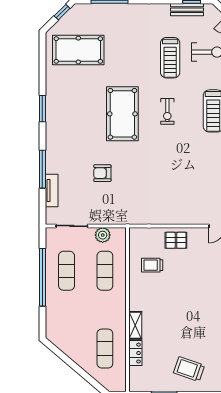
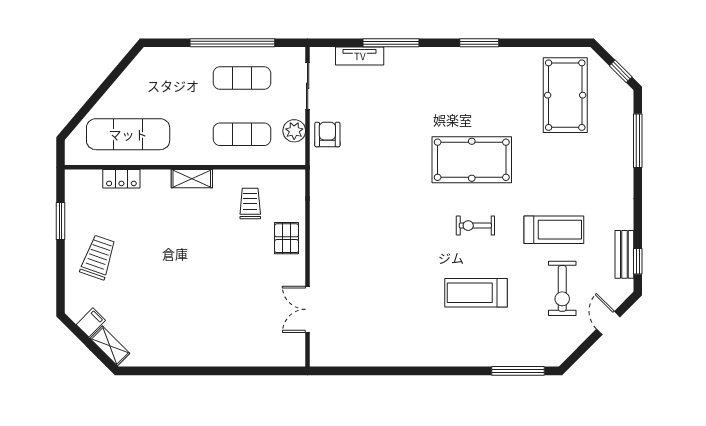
treadmill: (170, 58) -> (554, 230), turned 180
armchair: (102, 173) -> (327, 135), moved
shelving: (135, 325) -> (192, 179), moved
exercise mat: (105, 349) -> (128, 134), width x1.36, depth x1.45

